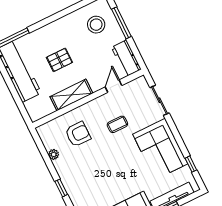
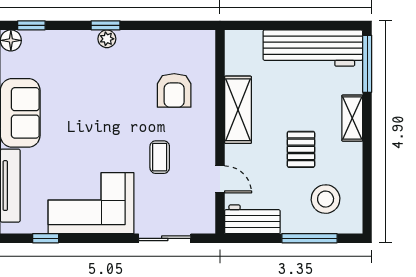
shelving: (46, 32) -> (352, 118), added
pallet: (59, 60) -> (301, 149), moved
plant: (54, 154) -> (107, 39), moved

